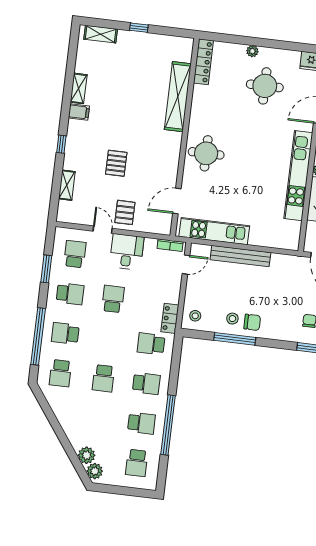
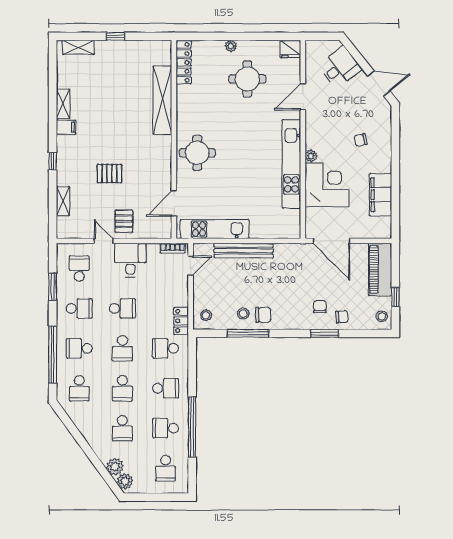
pallet: (116, 163) -> (109, 174), turned 90
school desk: (113, 299) -> (122, 308), turned 90
school desk: (108, 339) -> (122, 348), added
school desk: (99, 418) -> (122, 428), added
school desk: (141, 423) -> (166, 428), turned 180

